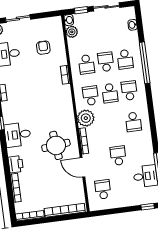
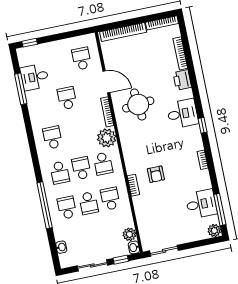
sliding door: (18, 18) -> (164, 251), moved
armchair: (43, 48) -> (156, 174), moved
school desk: (118, 156) -> (67, 98), turned 180
school desk: (103, 189) -> (81, 59), turned 180

